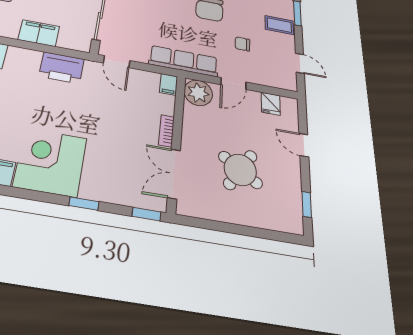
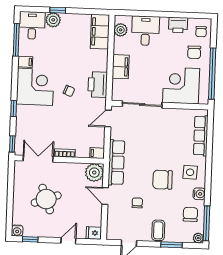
fridge: (271, 104) -> (94, 233), moved
chair: (66, 110) -> (69, 91), added
round table: (240, 170) -> (46, 199), turned 37
water cooler: (294, 225) -> (17, 231), added

